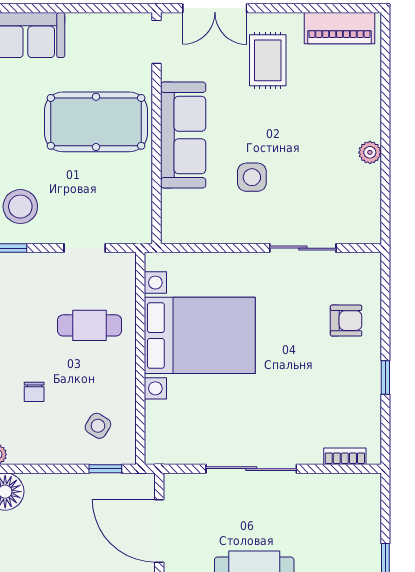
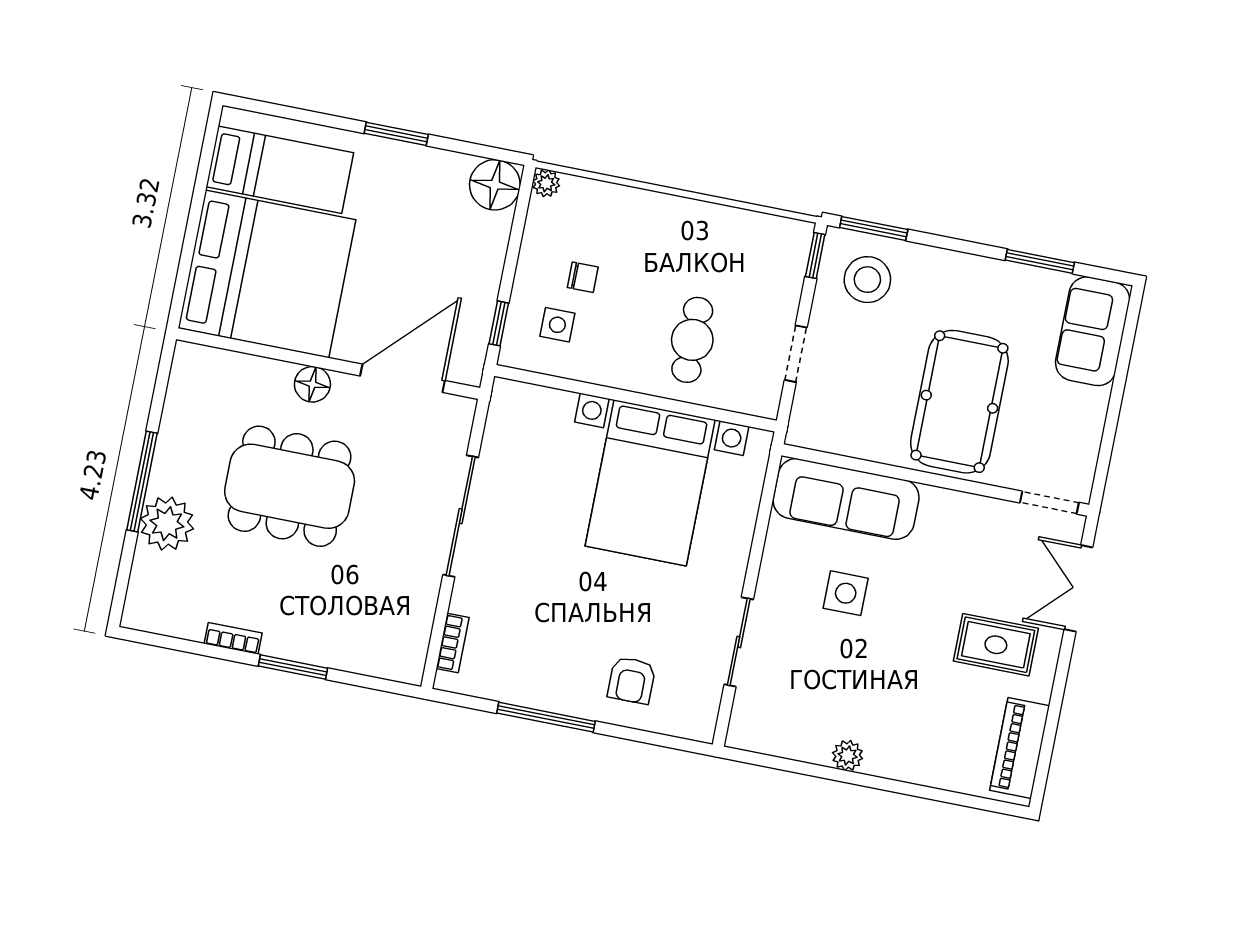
sofa: (183, 135) -> (846, 499), moved
window: (385, 378) -> (546, 717), width x2.17
chair: (34, 392) -> (583, 277), moved, turned 180
side table: (98, 426) -> (557, 325), turned -32

